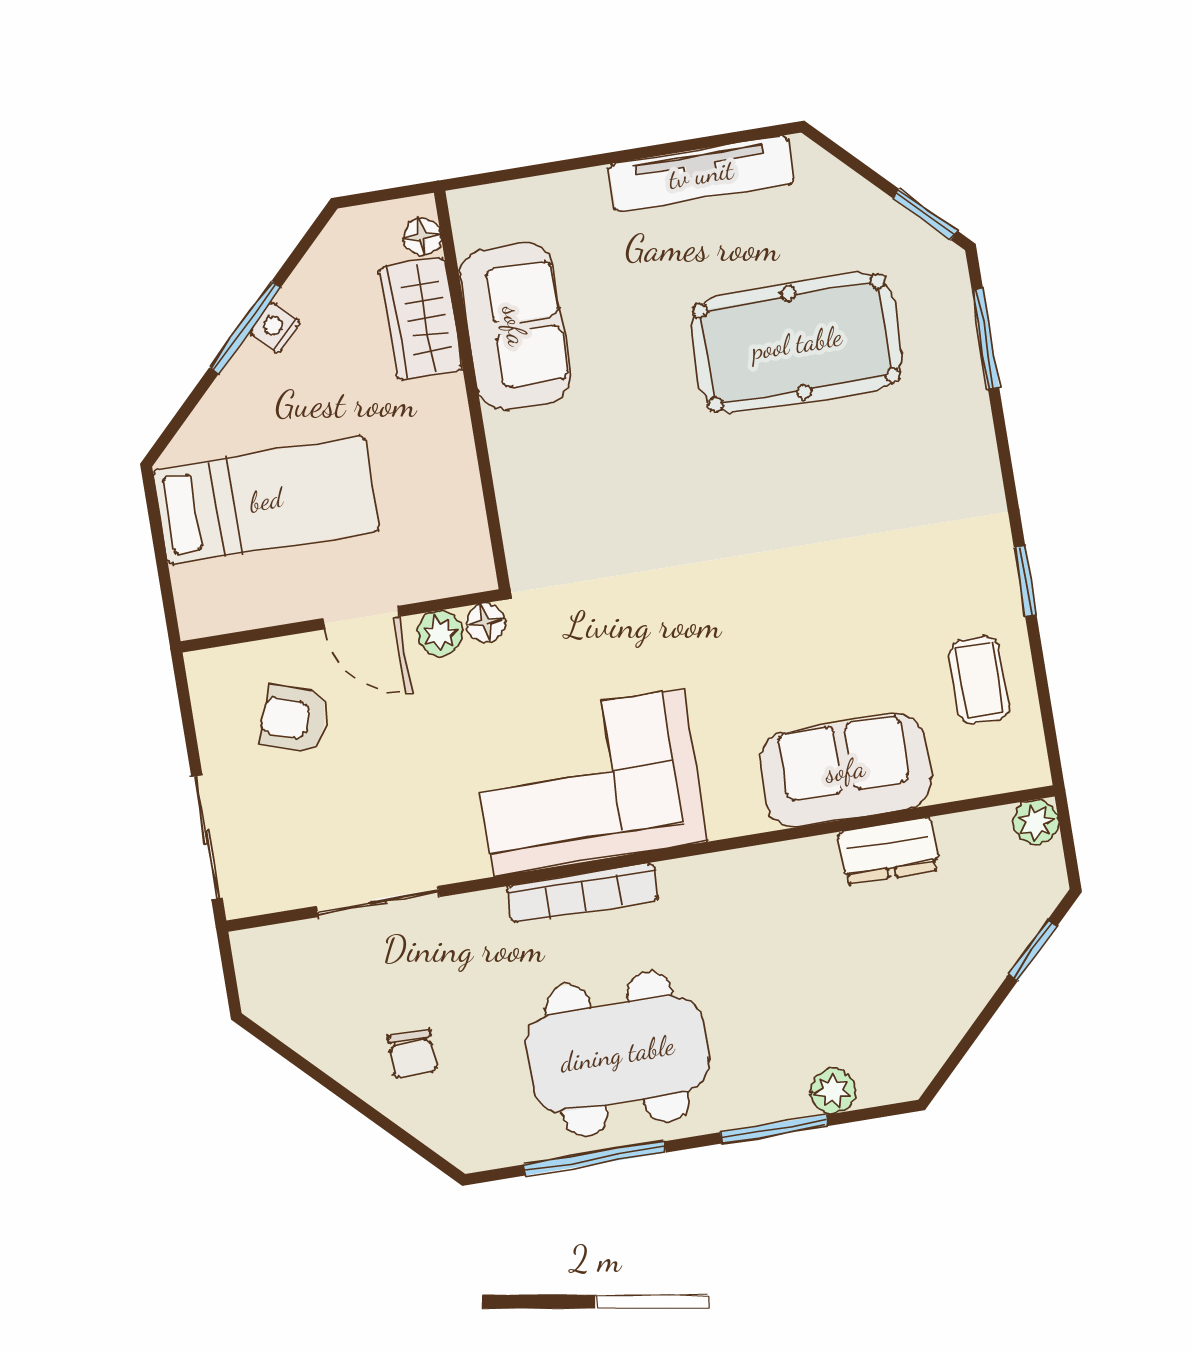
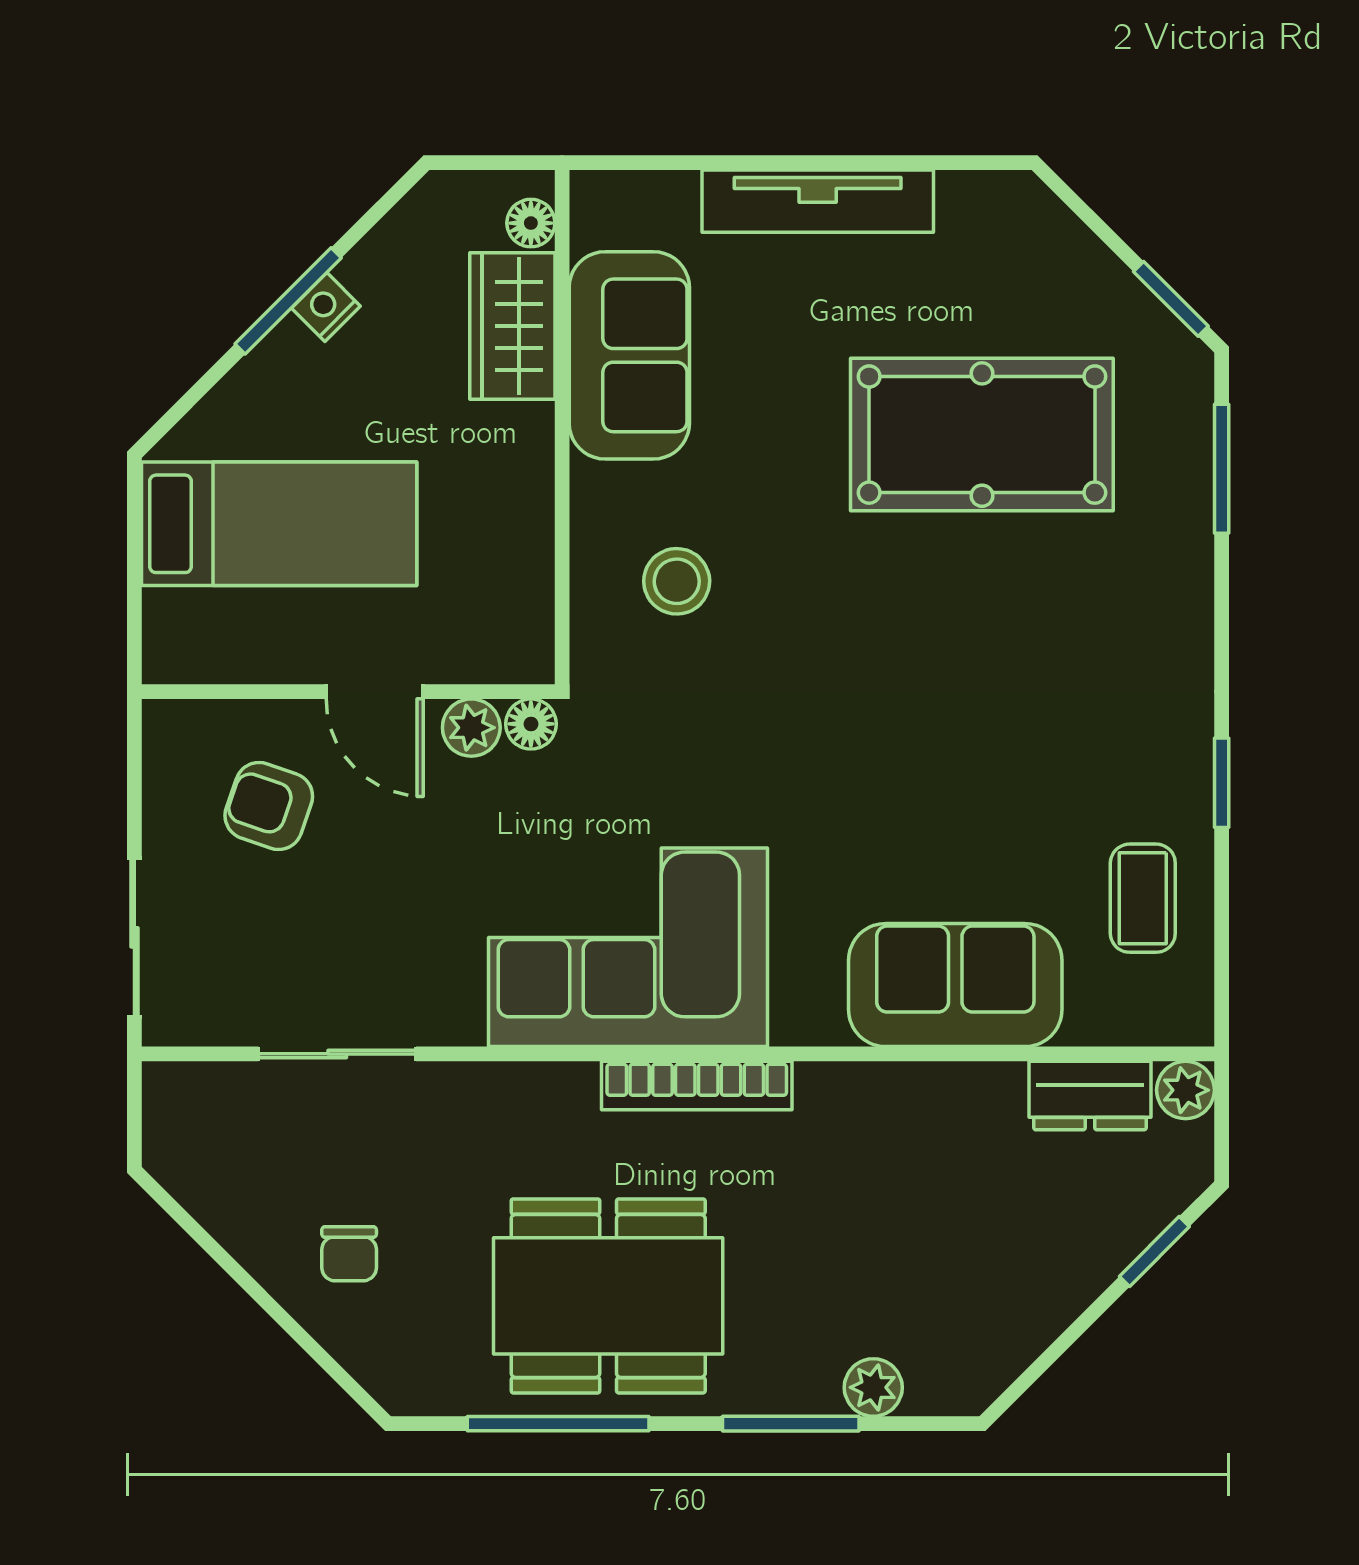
tv unit: (701, 174) -> (818, 201), moved
stool: (580, 494) -> (677, 581), added
dresser: (889, 851) -> (1090, 1096), moved
bookcase: (583, 893) -> (697, 1086), moved

